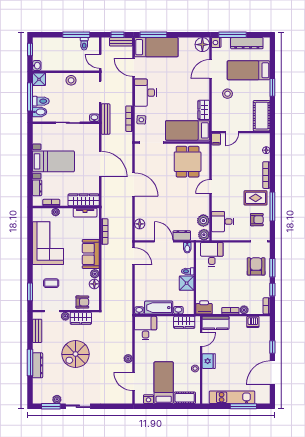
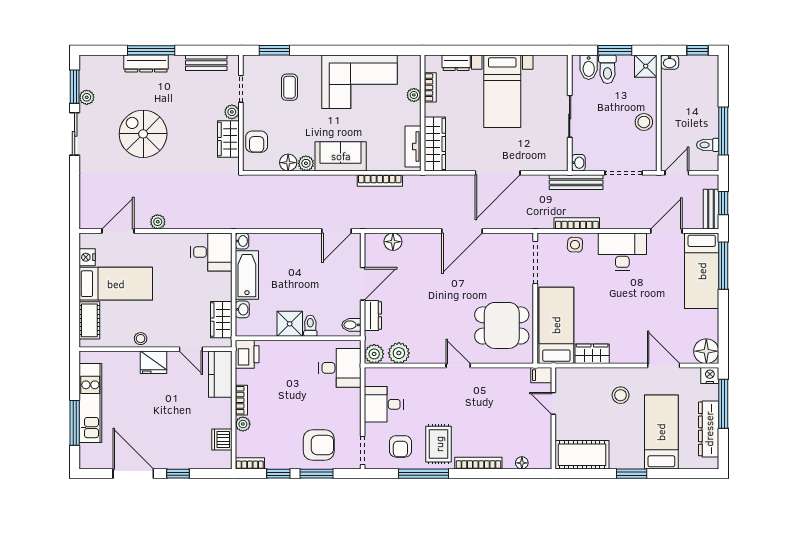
window: (30, 97) -> (615, 50), width x0.69
desk: (223, 222) -> (384, 404), moved, turned -90
spiral stairs: (76, 354) -> (143, 134), moved

